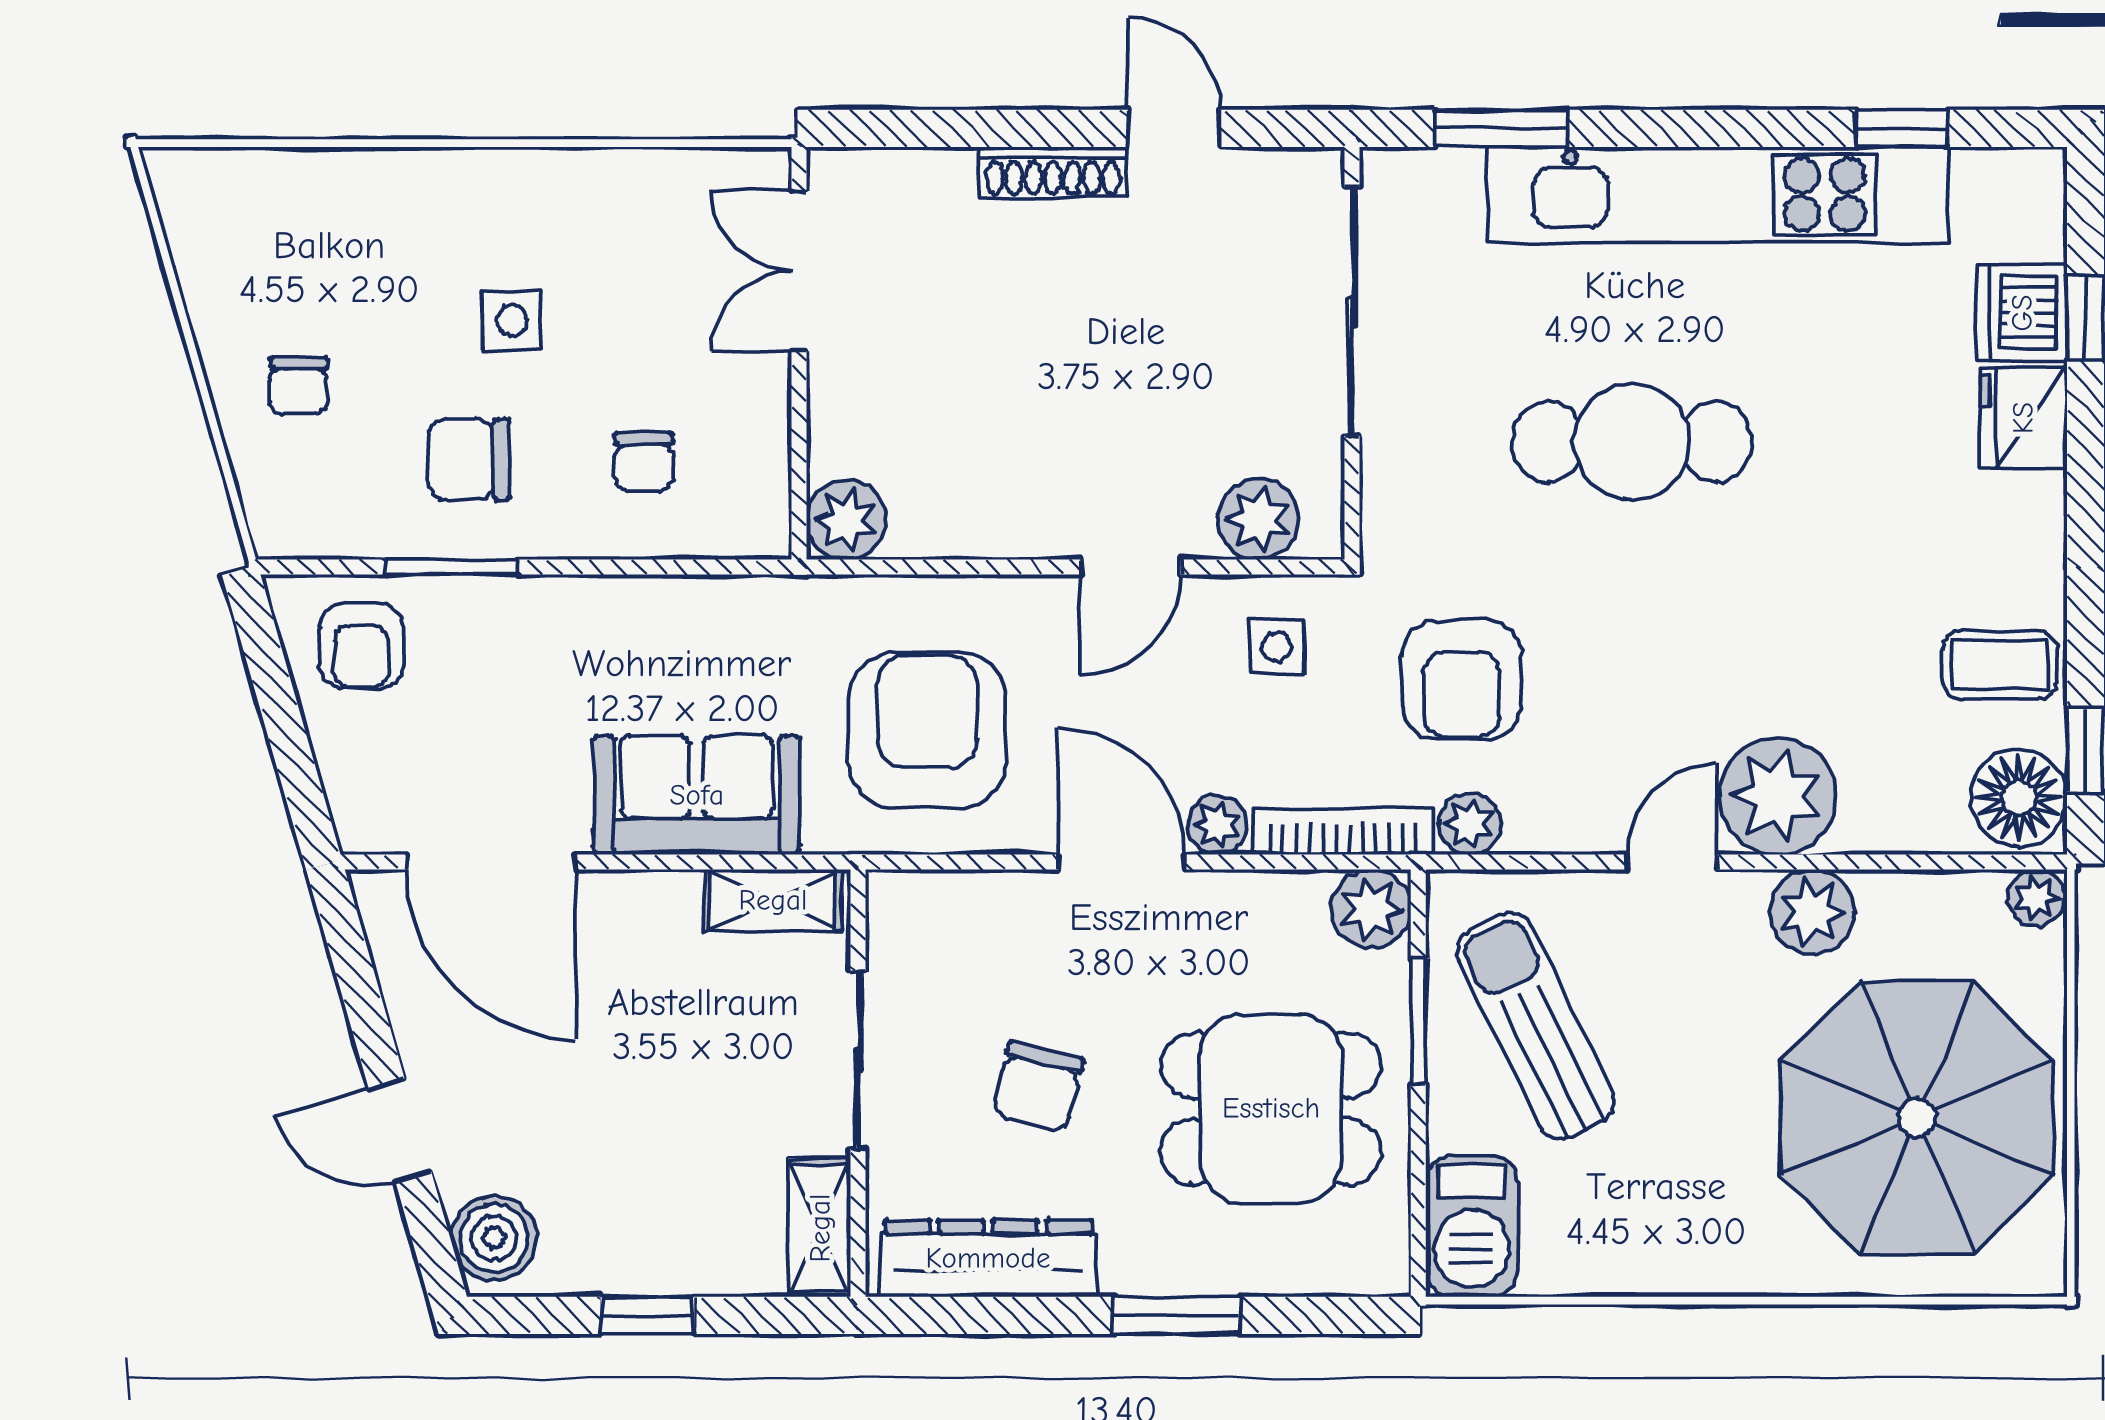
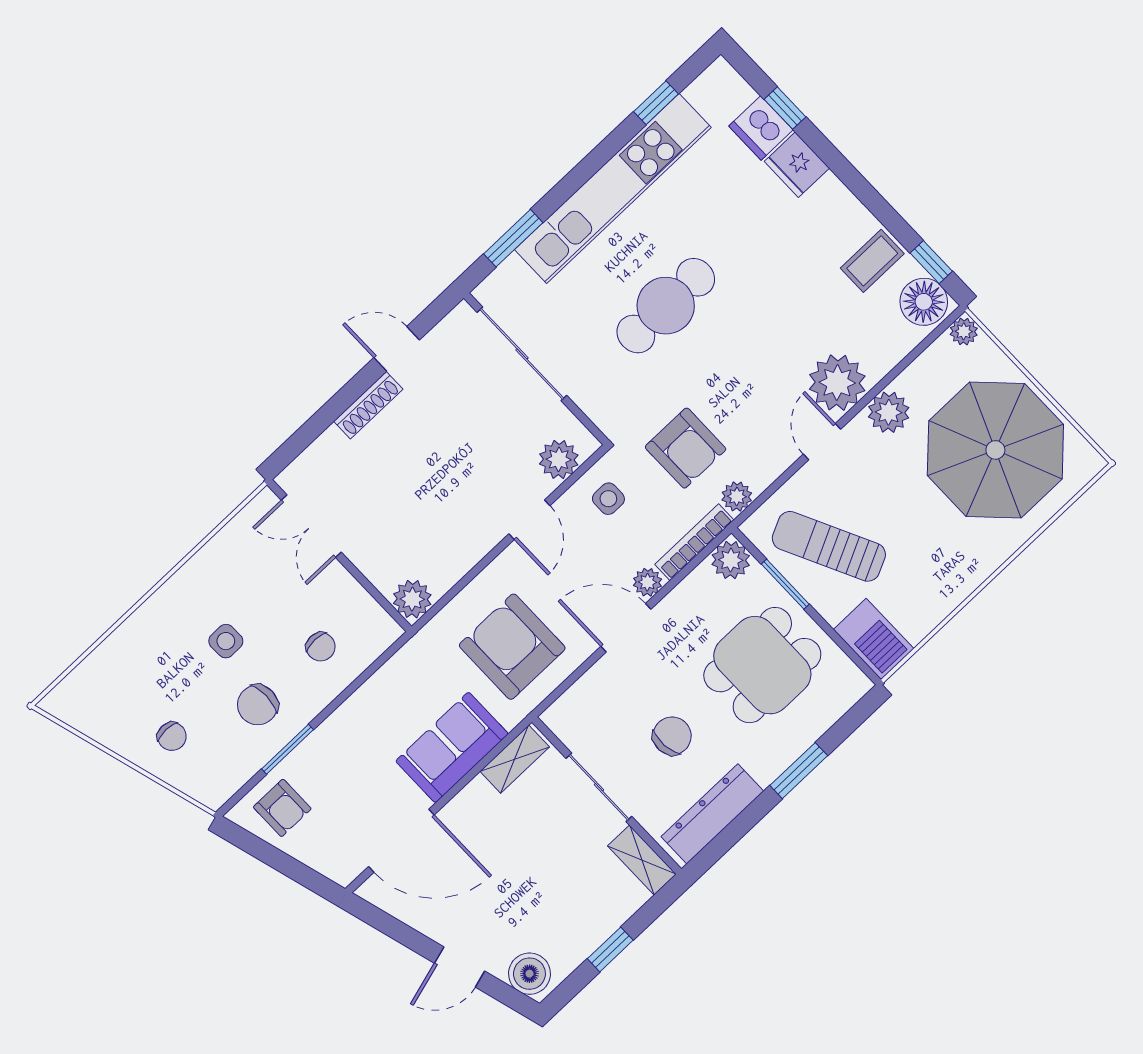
chair: (1038, 1087) -> (672, 736), turned -109

